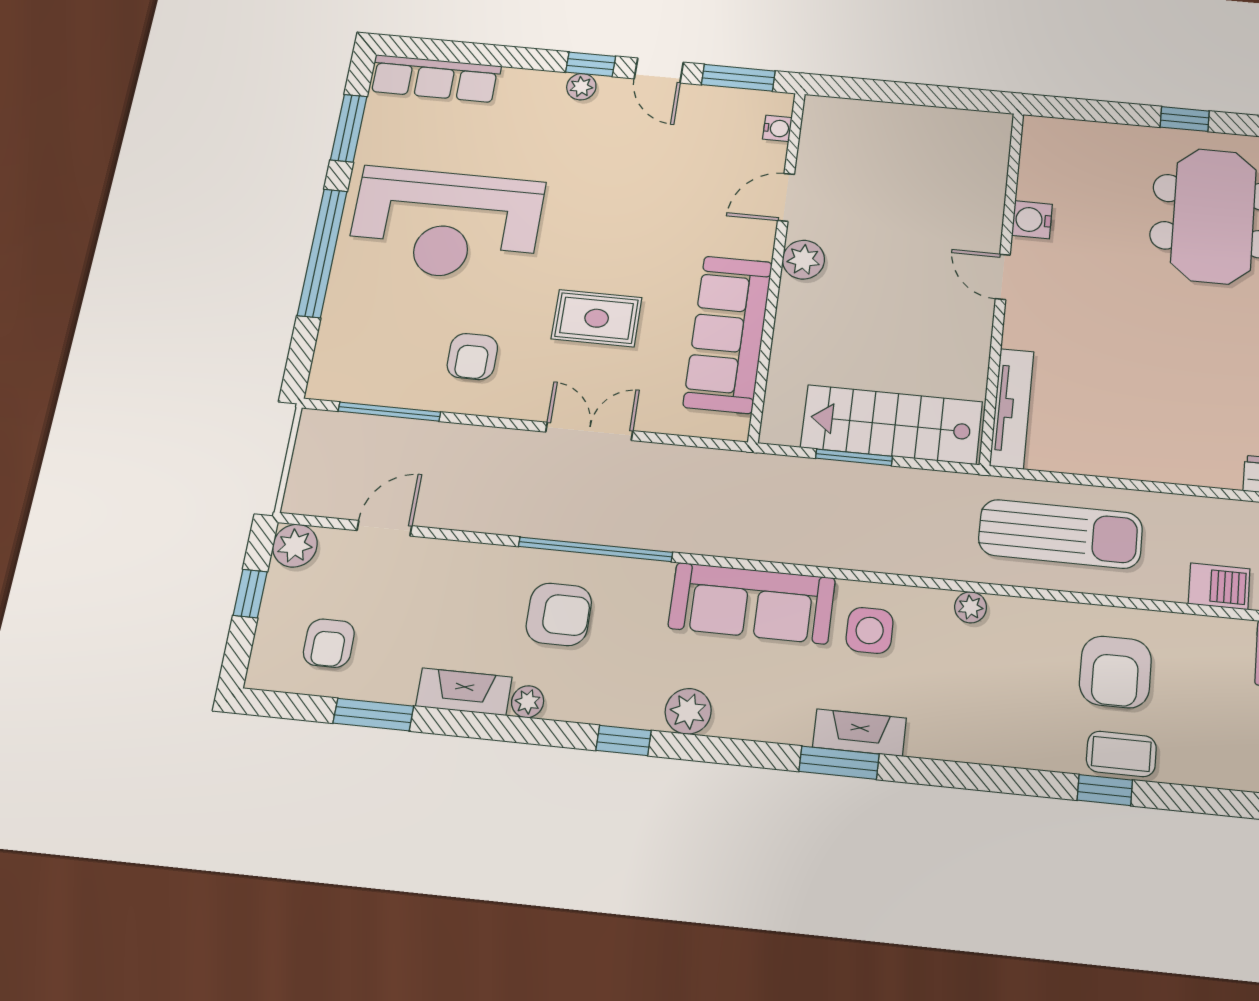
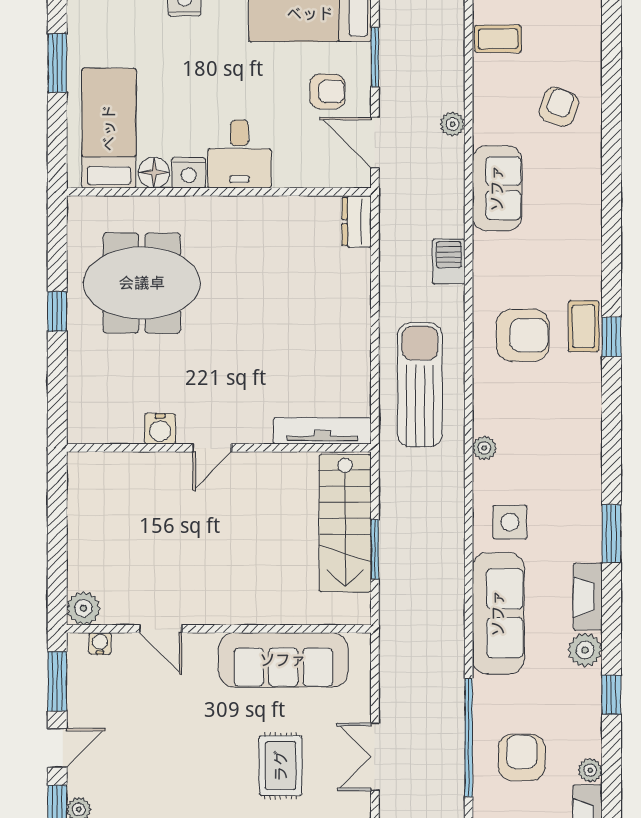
plant: (803, 260) -> (83, 608), moved
fireplace: (859, 733) -> (588, 597), moved

